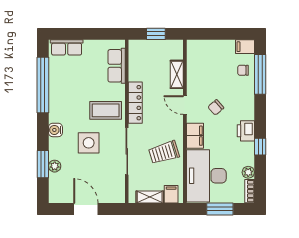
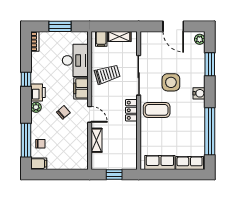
row of seats: (117, 66) -> (160, 162), moved, turned -90
locker: (135, 103) -> (131, 110), width x0.66
plant: (55, 166) -> (200, 39), moved
plant: (248, 172) -> (36, 107), moved
desk: (206, 176) -> (75, 60), width x0.73, depth x0.77

